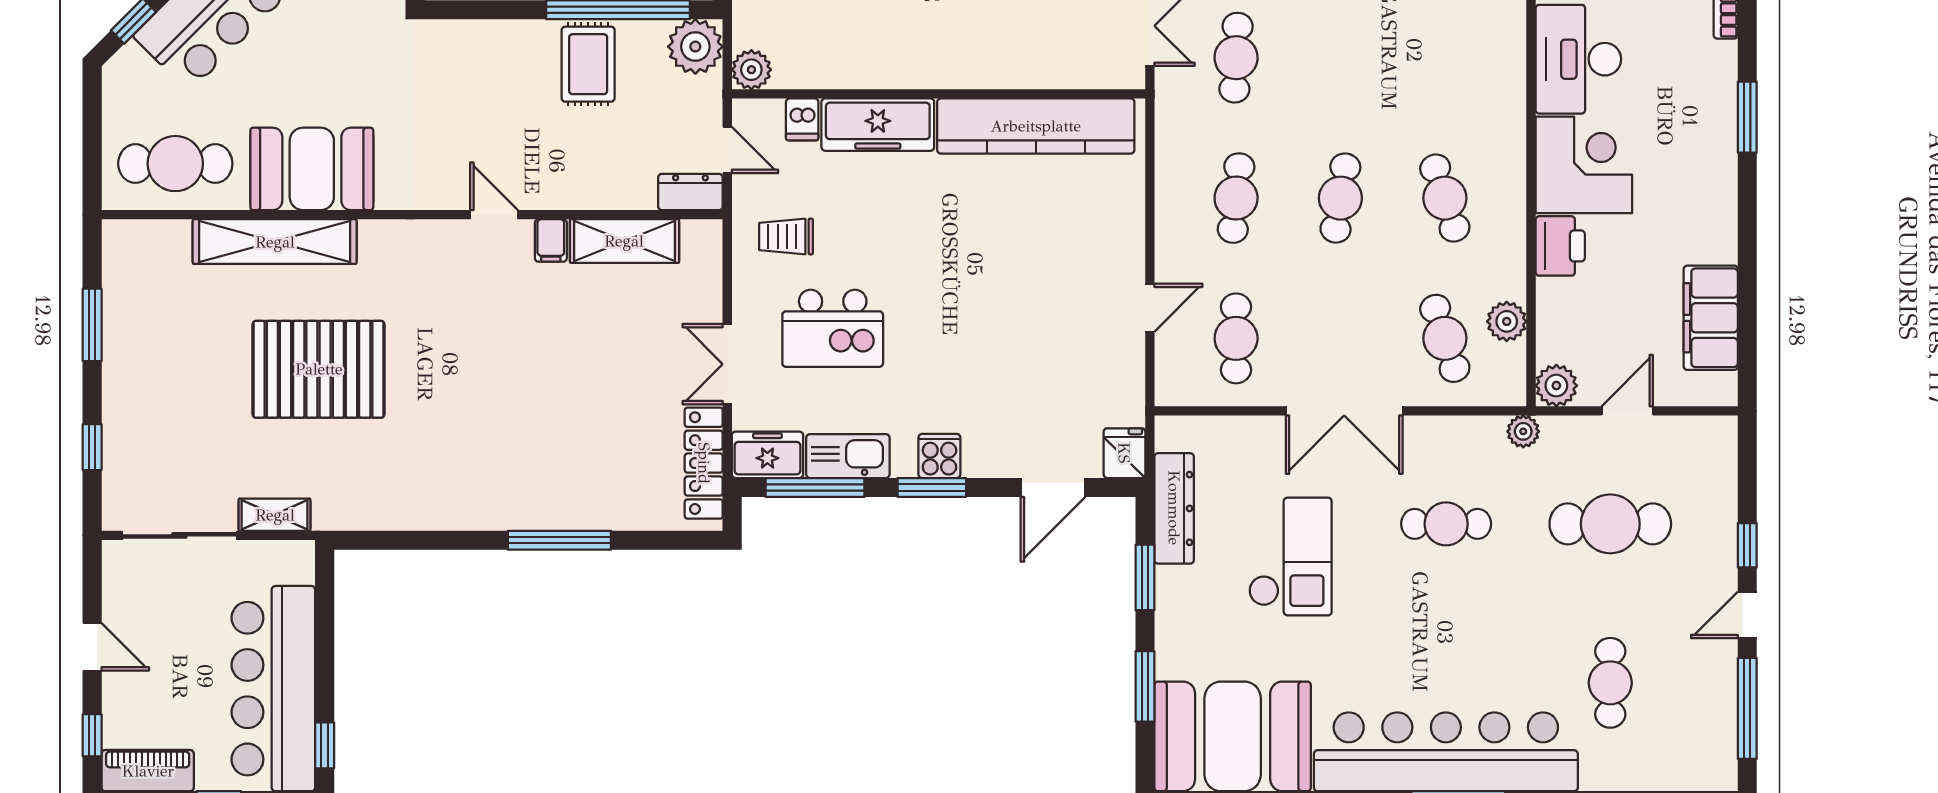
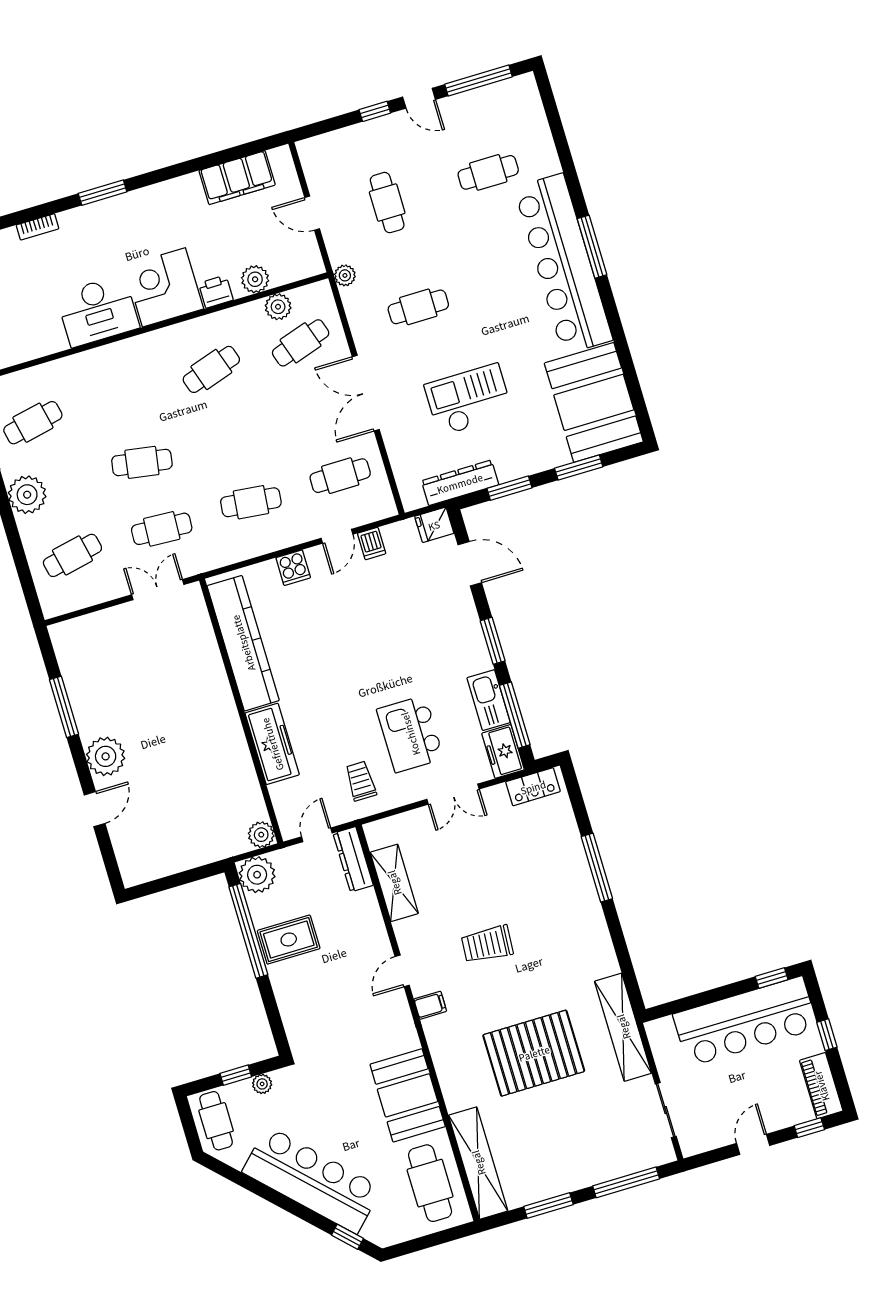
dishwasher: (802, 119) -> (372, 544), moved, turned 90
dresser: (690, 192) -> (353, 859), width x1.44
cafe table: (1340, 198) -> (142, 462), moved
trolley: (786, 236) -> (361, 781), turned 180
filing cabinet: (551, 240) -> (430, 1005), moved
shelving: (275, 242) -> (478, 1163), moved
printer: (1560, 246) -> (216, 292), width x0.73, depth x0.81
door: (1150, 308) -> (337, 536), swing flipped
kitchen island: (833, 328) -> (410, 734), turned 180
trolley: (496, 349) -> (487, 944), added
pallet: (319, 369) -> (534, 1053), turned 90
plant: (1556, 386) -> (255, 279), moved
double door: (1344, 411) -> (366, 393), swing flipped
window: (92, 447) -> (626, 1182), width x2.17
cooker: (939, 456) -> (293, 568), moved, turned -90
locker: (704, 463) -> (533, 787), width x0.66
shelving: (275, 515) -> (623, 1027), width x2.20, depth x1.33
cafe table: (1446, 524) -> (418, 307), turned 90
cafe table: (1610, 524) -> (387, 203), width x0.73, depth x0.74
sliding door: (179, 535) -> (666, 1110), width x0.73

